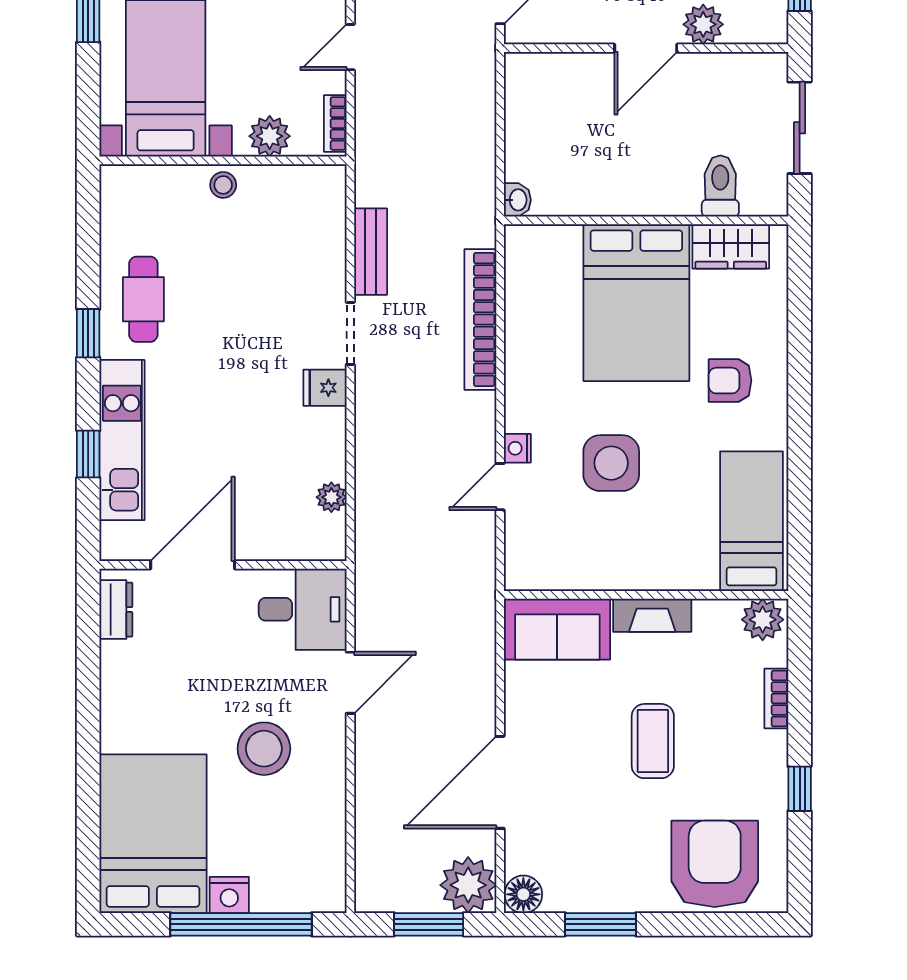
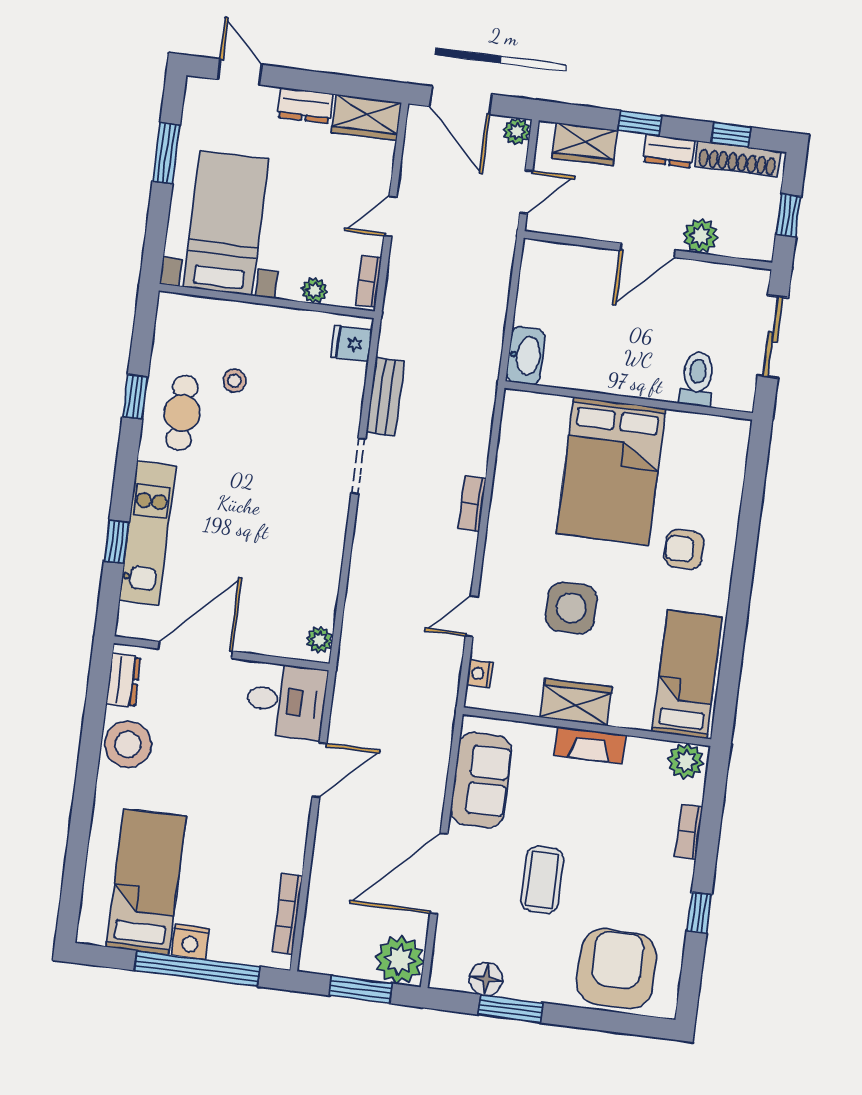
plant: (270, 136) -> (314, 291), width x0.73, depth x0.73
stool: (223, 185) -> (234, 381), moved
washbasin: (517, 200) -> (526, 355), width x1.91, depth x1.45
wardrobe: (731, 246) -> (576, 702), moved, turned 180
bookcase: (480, 319) -> (472, 503), width x0.43, depth x0.76
window: (88, 333) -> (135, 397), moved
fridge: (325, 388) -> (352, 343), moved
nightstand: (517, 448) -> (480, 674), moved
plant: (331, 497) -> (319, 640), moved
sofa: (557, 629) -> (481, 780), moved, turned -90
coffee table: (653, 741) -> (542, 880), moved
stool: (264, 749) -> (128, 744), moved
bed: (153, 834) -> (146, 882), width x0.67
bookcase: (335, 850) -> (287, 914), added
floor lamp: (523, 894) -> (486, 979), moved

